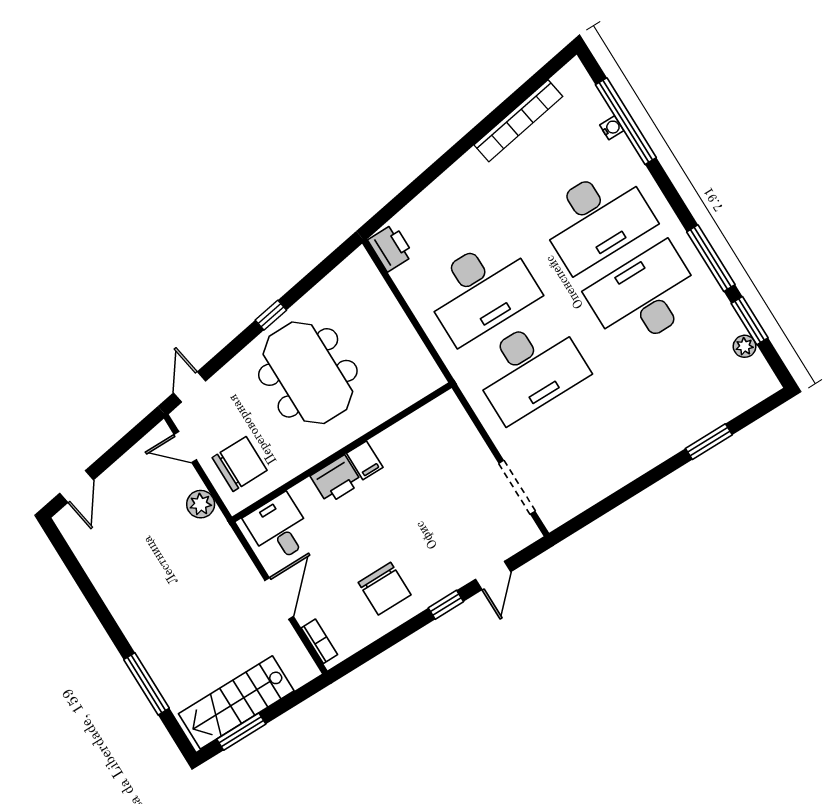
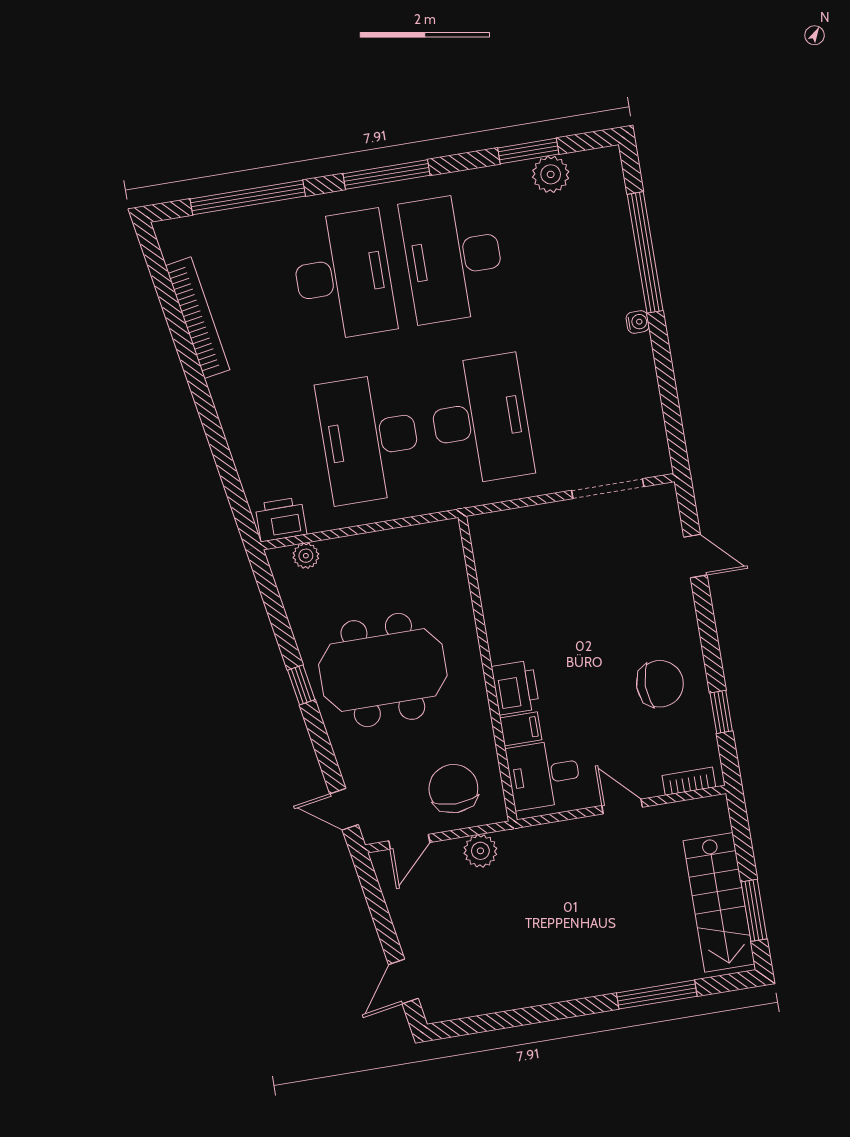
water cooler: (612, 128) -> (638, 322), moved, turned 90
window: (711, 258) -> (387, 175), moved
plant: (371, 278) -> (306, 556), added
desk: (481, 290) -> (370, 438), turned 180
plant: (745, 346) -> (551, 174), width x1.38, depth x1.38
window: (709, 442) -> (645, 252), width x2.11
filing cabinet: (365, 460) -> (521, 729), moved
door: (77, 487) -> (403, 982), swing flipped
door: (279, 598) -> (622, 806), width x0.73
window: (446, 605) -> (721, 712), moved

